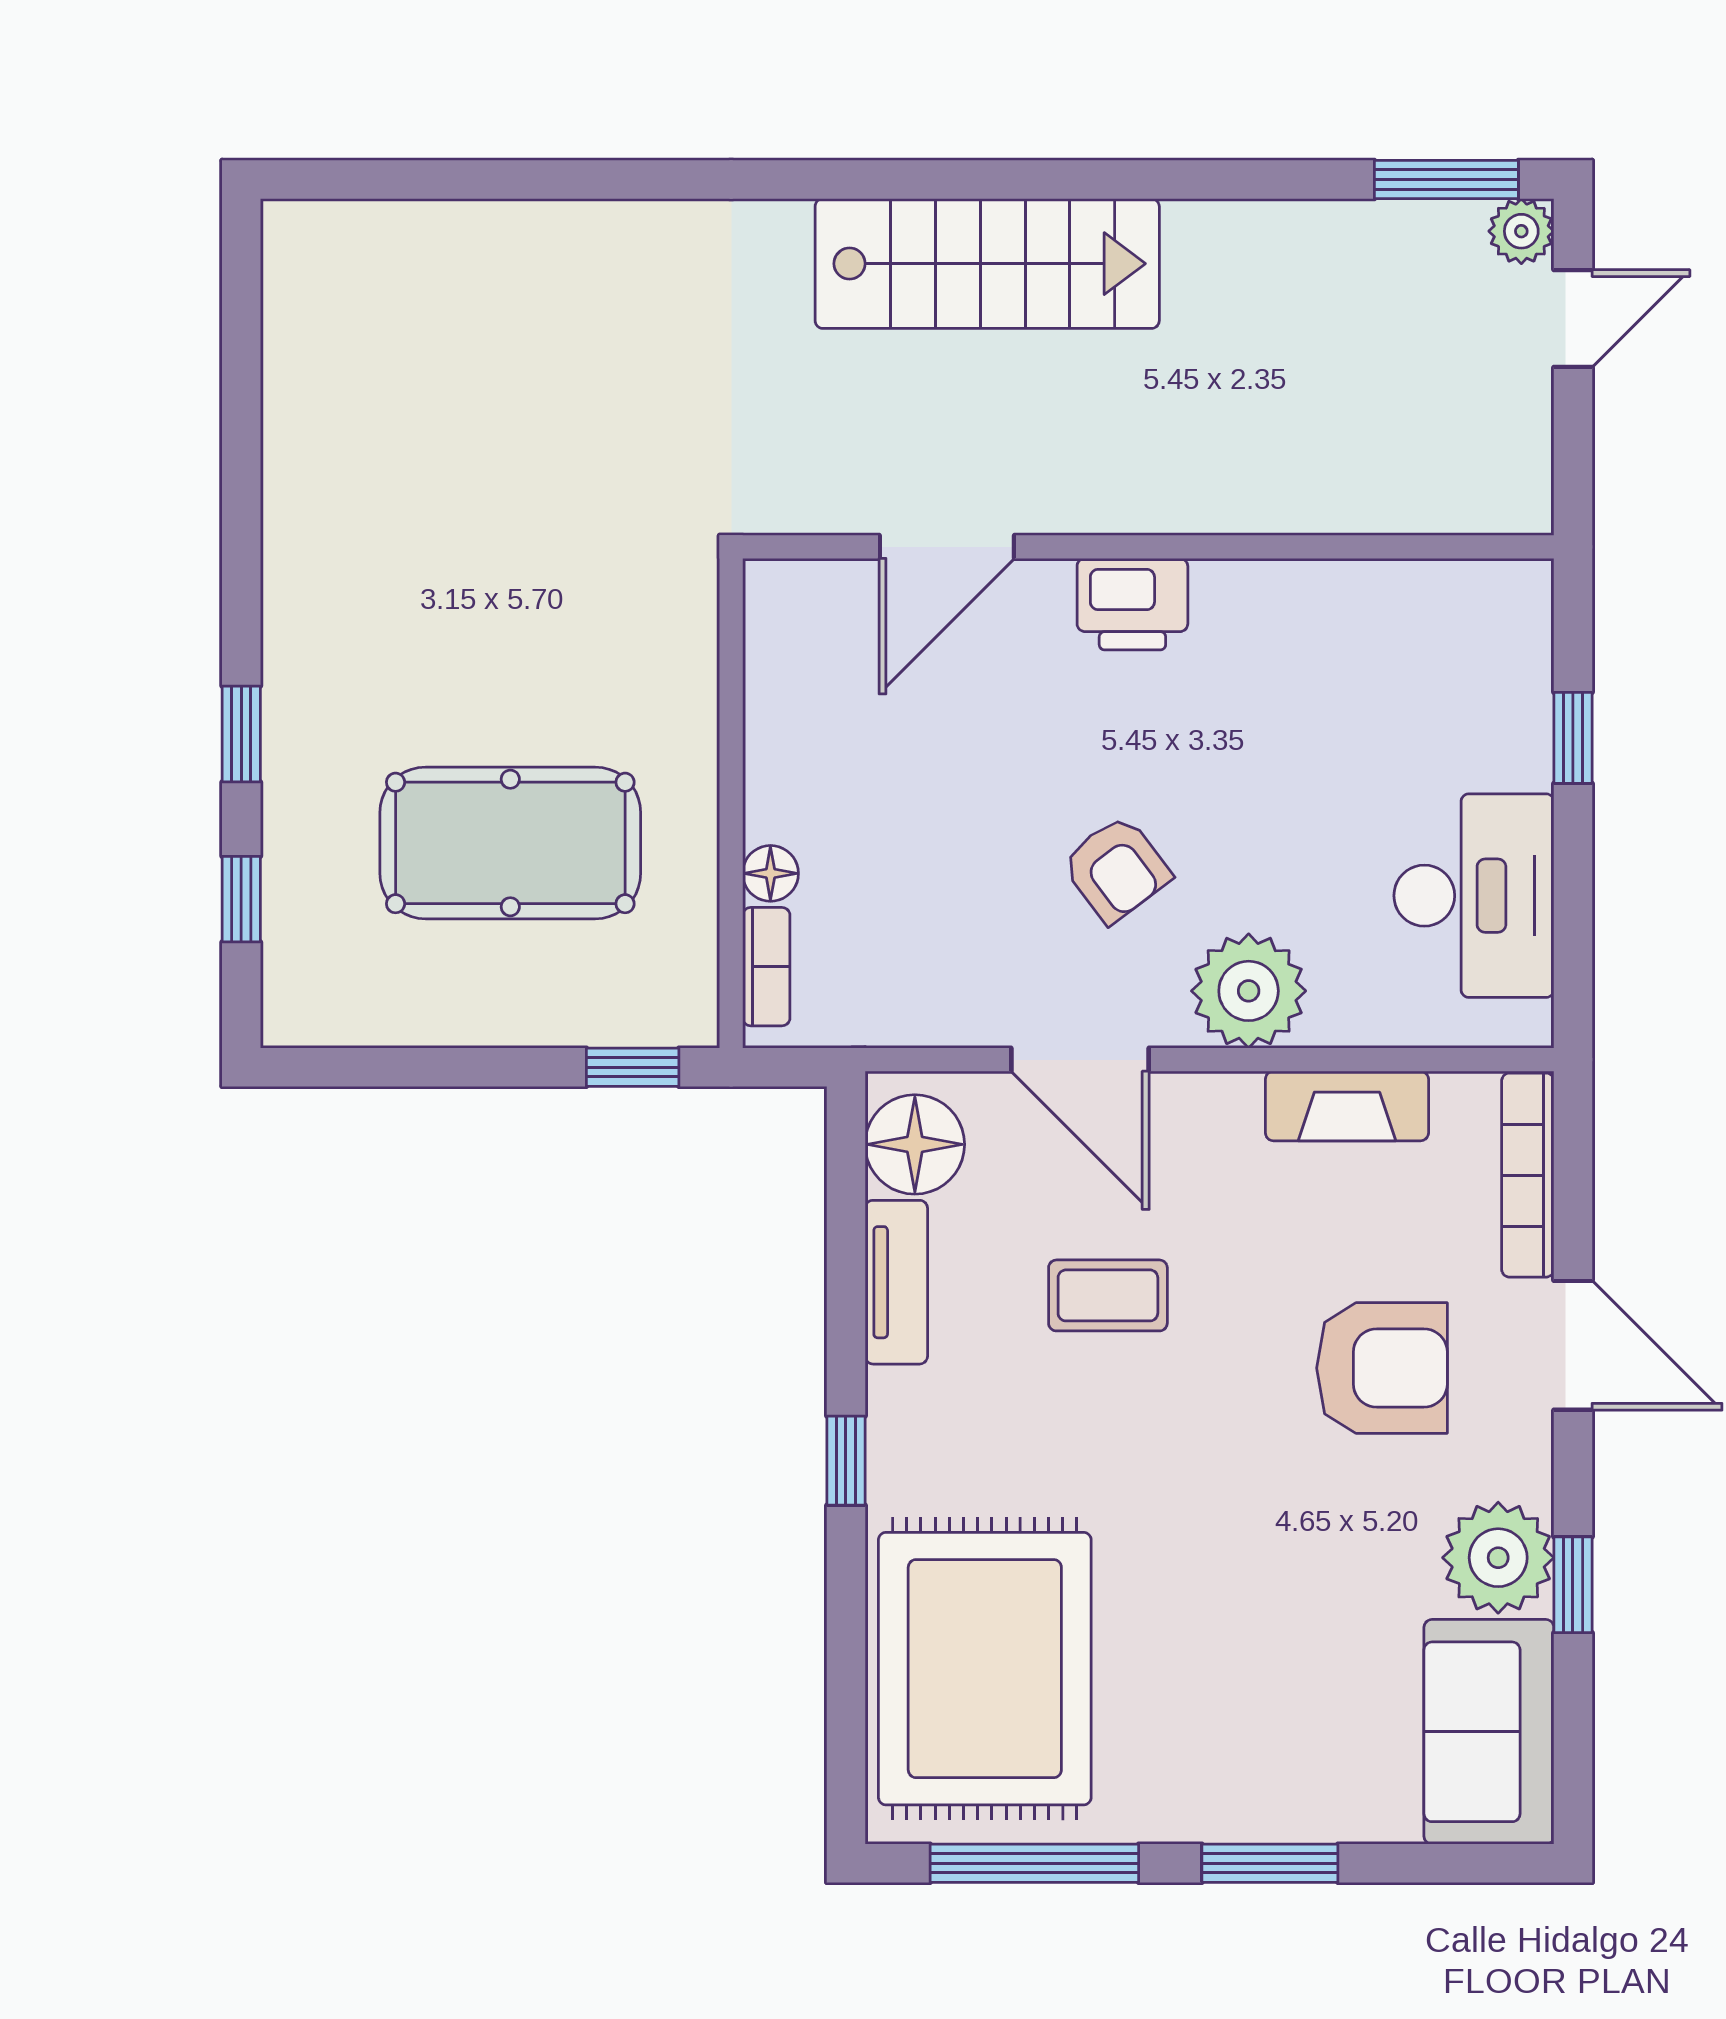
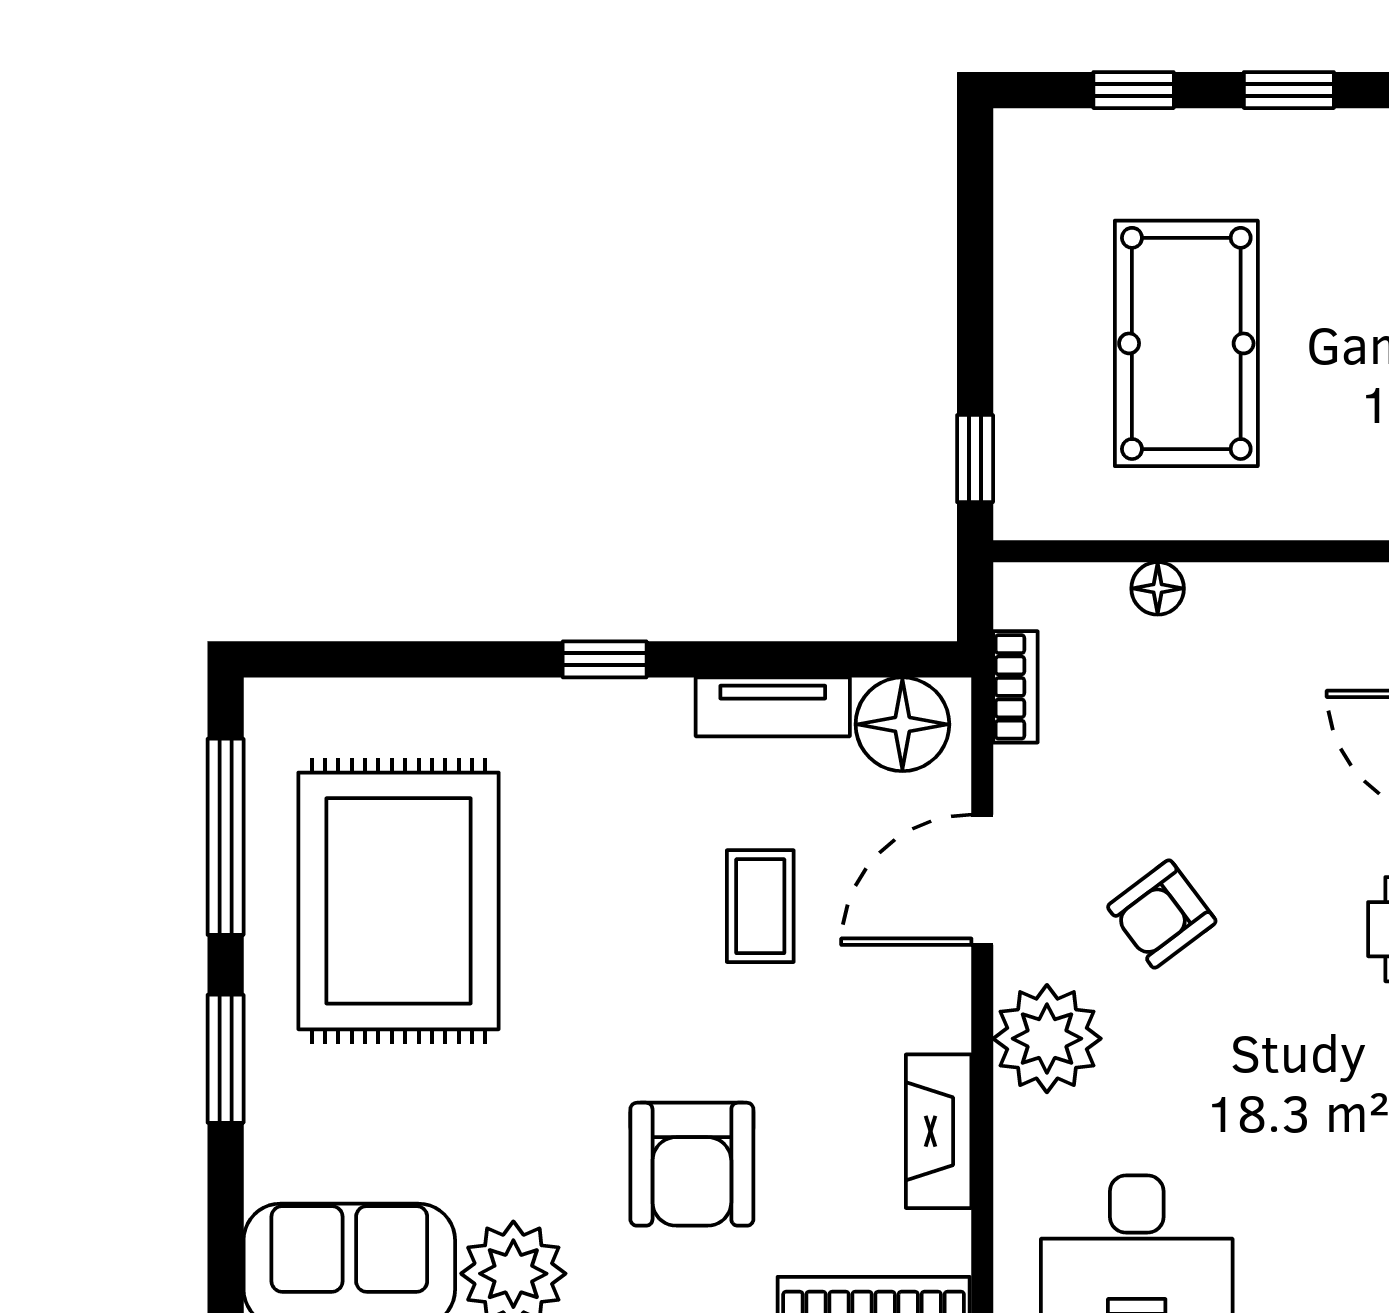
bookcase: (766, 967) -> (1015, 687), moved, turned -90
rug: (985, 1669) -> (398, 901), moved, turned 90

